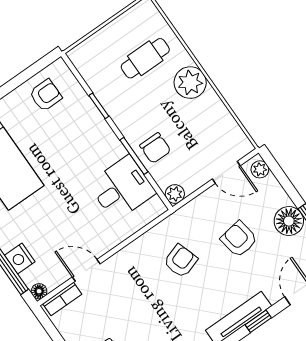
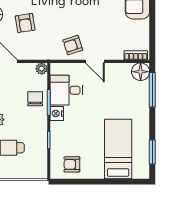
nightstand: (20, 259) -> (57, 113), moved, turned 180
armchair: (181, 261) -> (73, 45), moved
door: (86, 270) -> (95, 61), moved
floor lamp: (39, 291) -> (141, 72), width x1.89, depth x1.89

